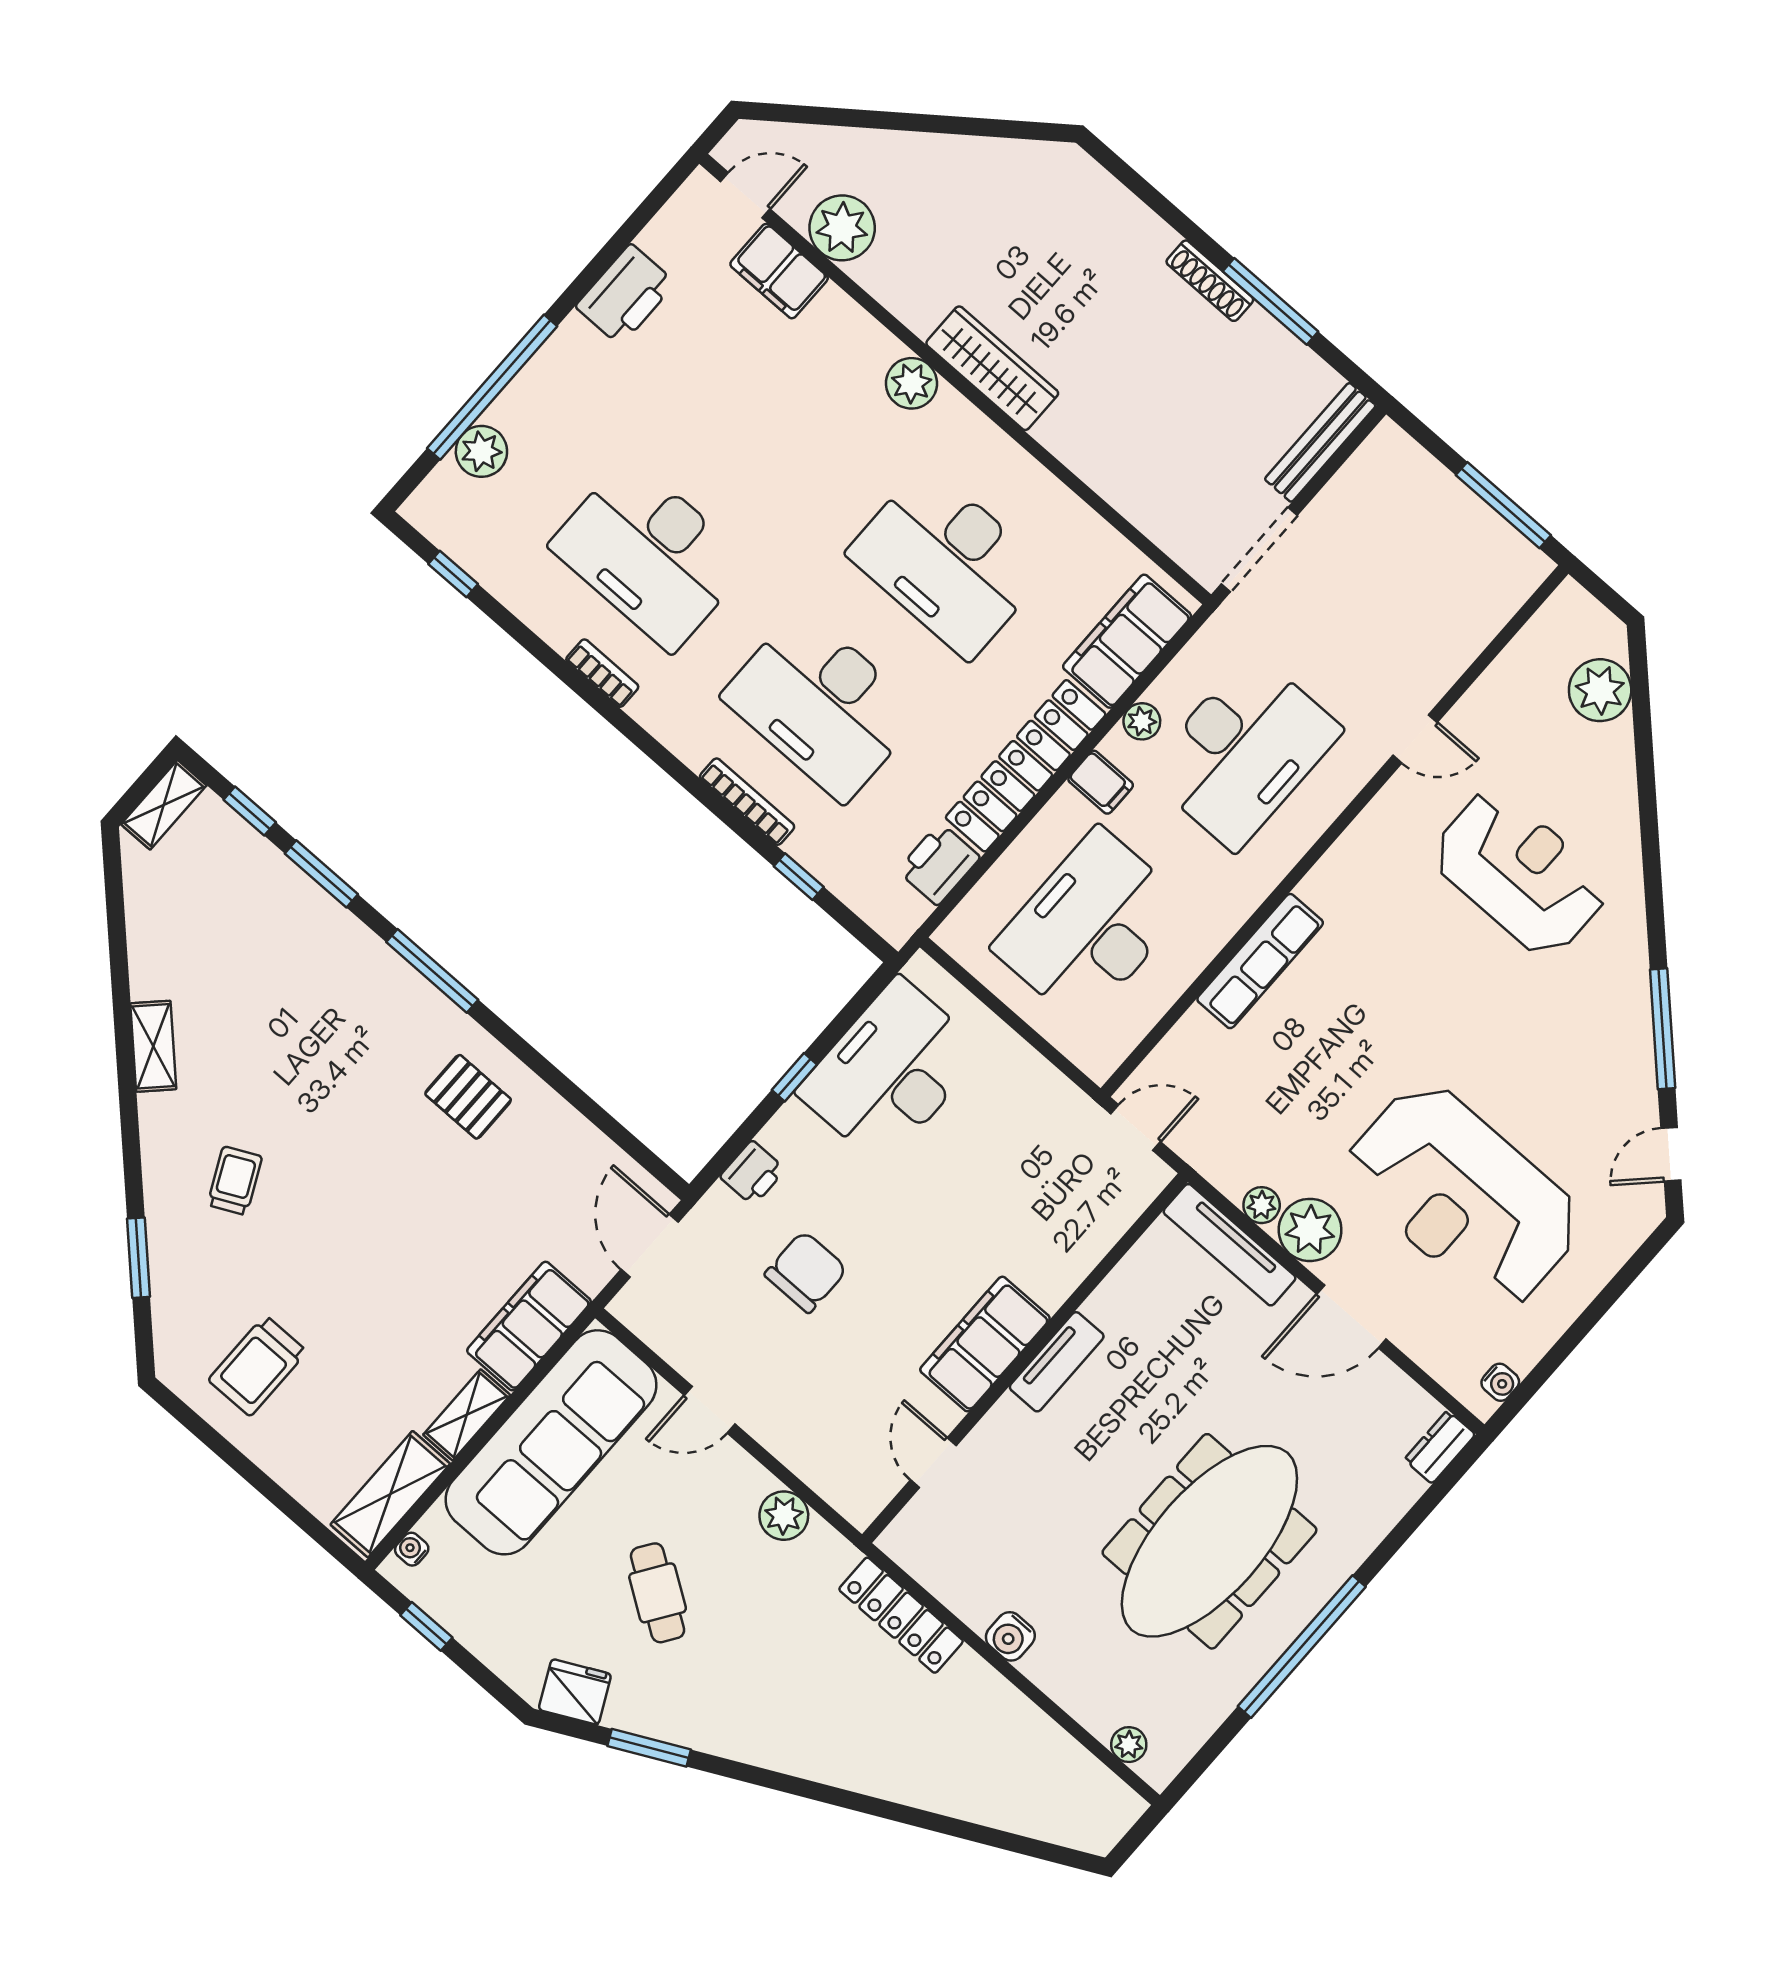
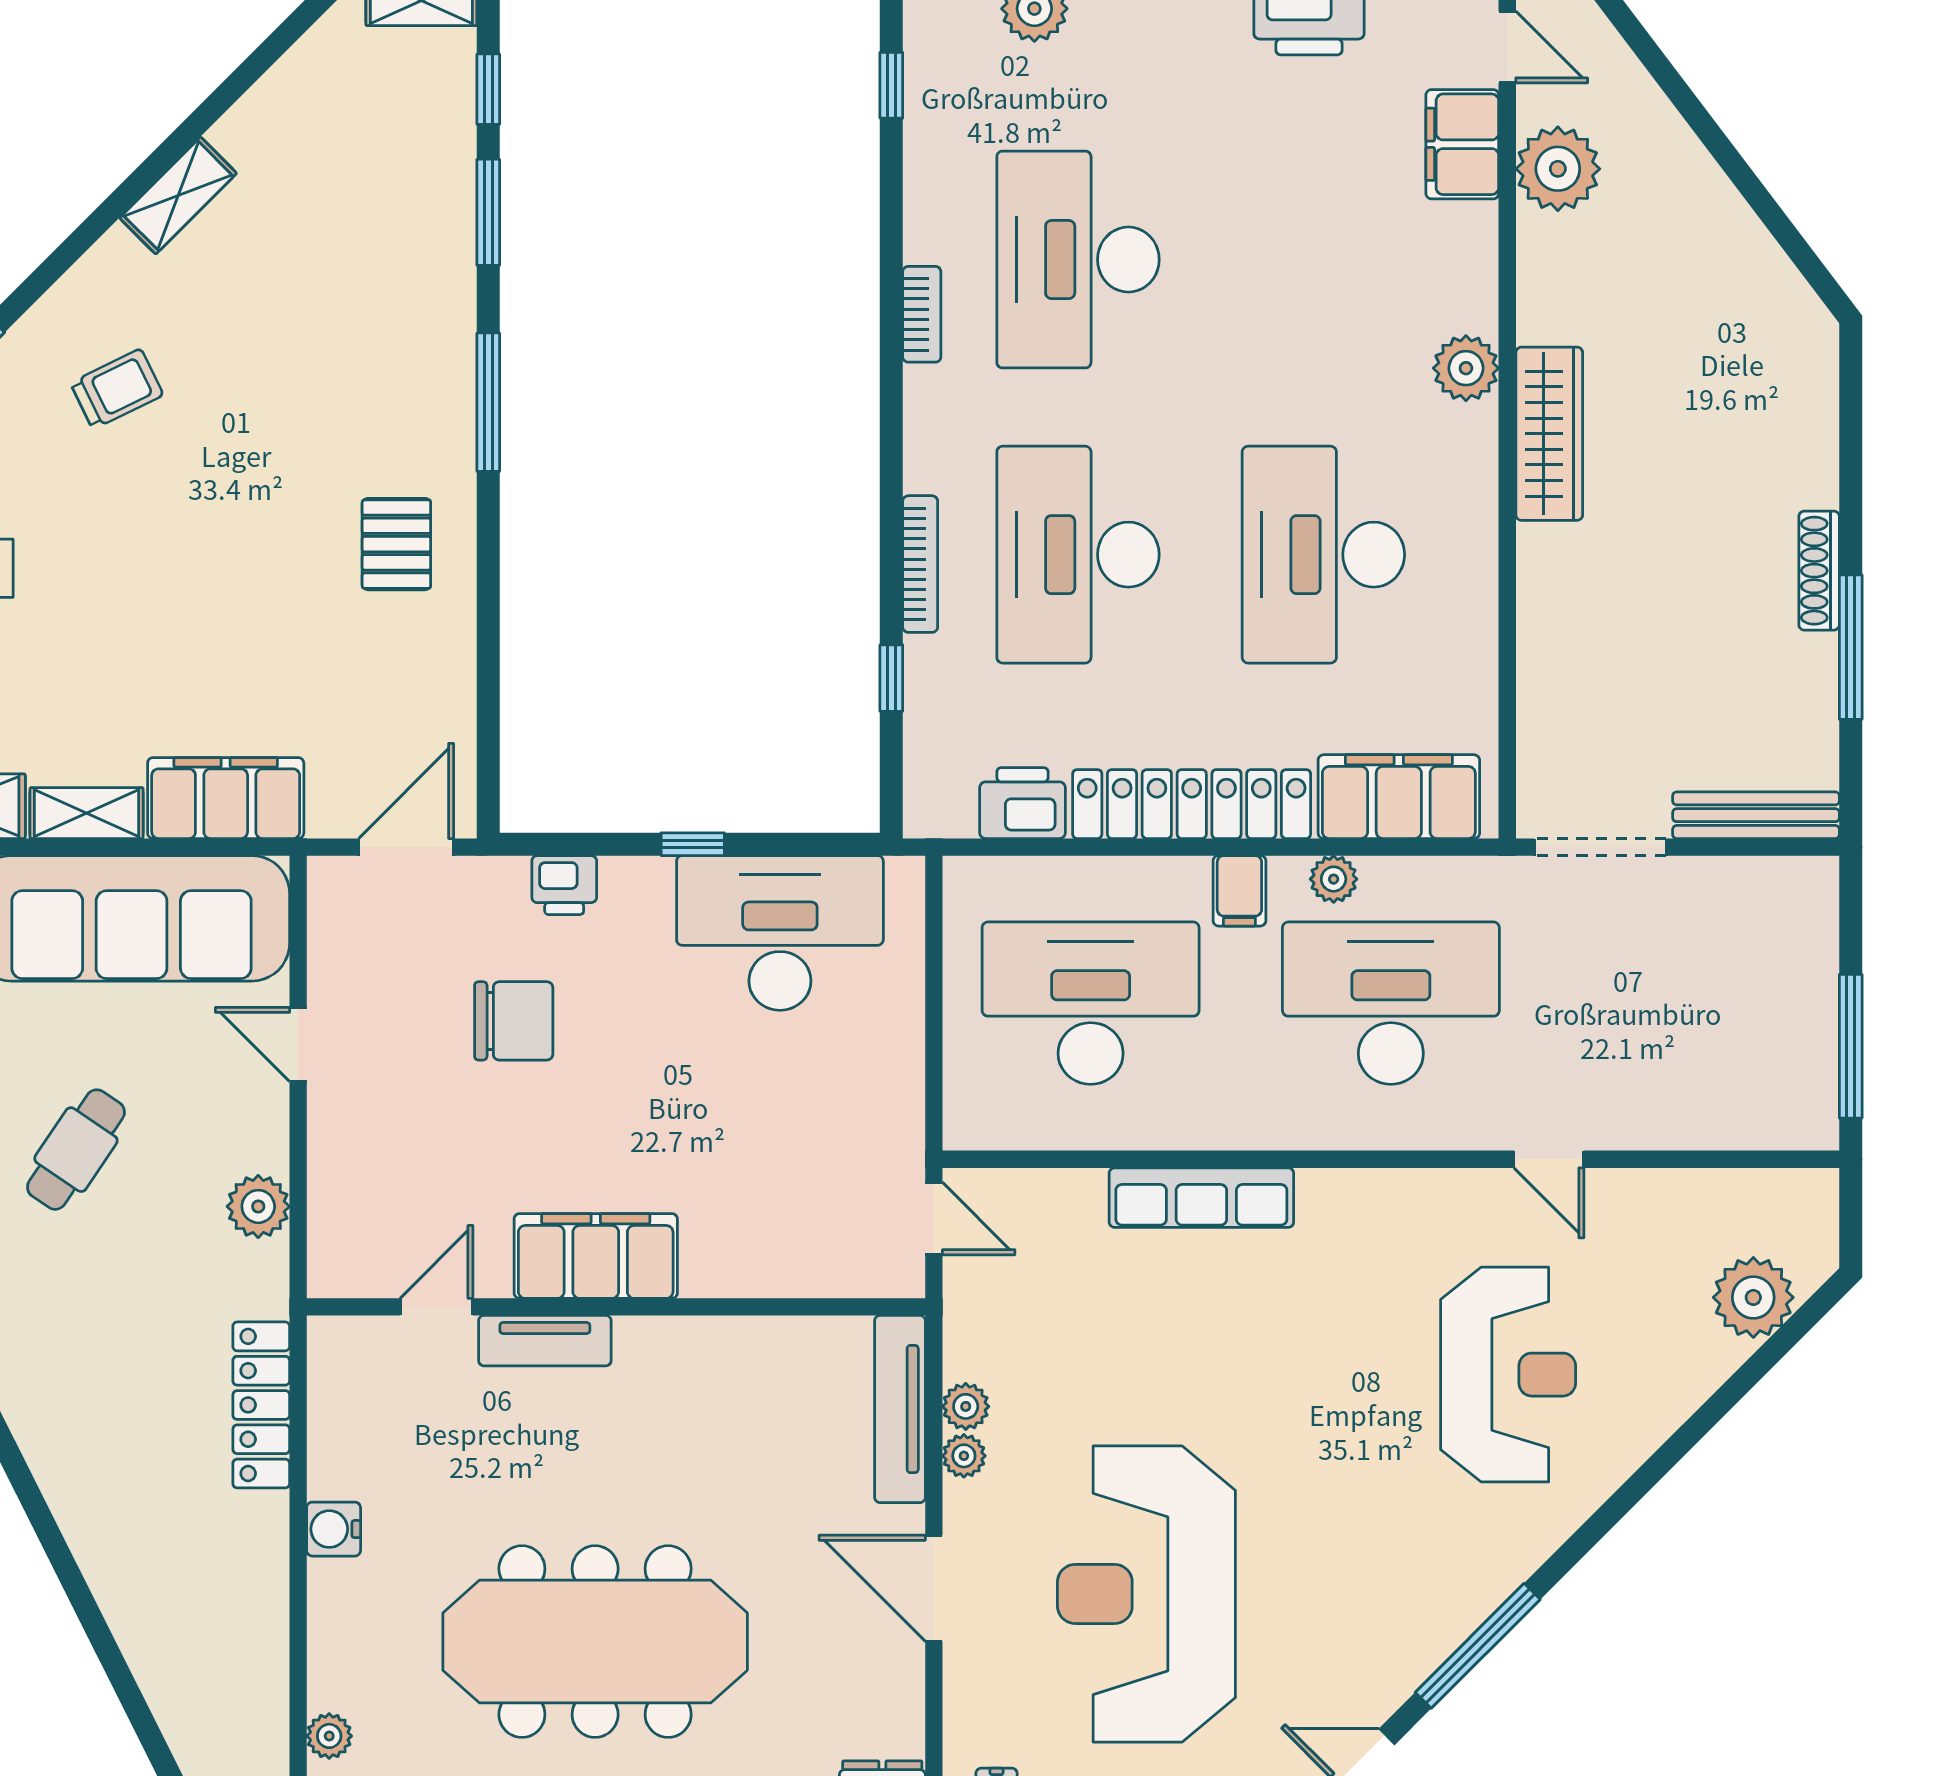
desk: (1243, 751) -> (1391, 1003), turned 180
plant: (1310, 1230) -> (964, 1456), width x0.53, depth x0.53
tv unit: (1057, 1362) -> (545, 1341), moved

